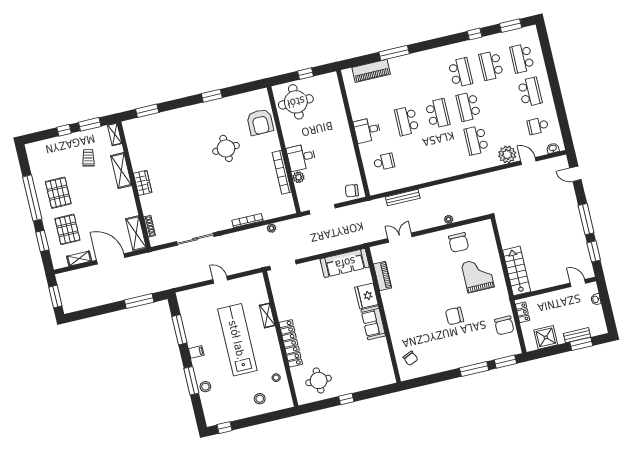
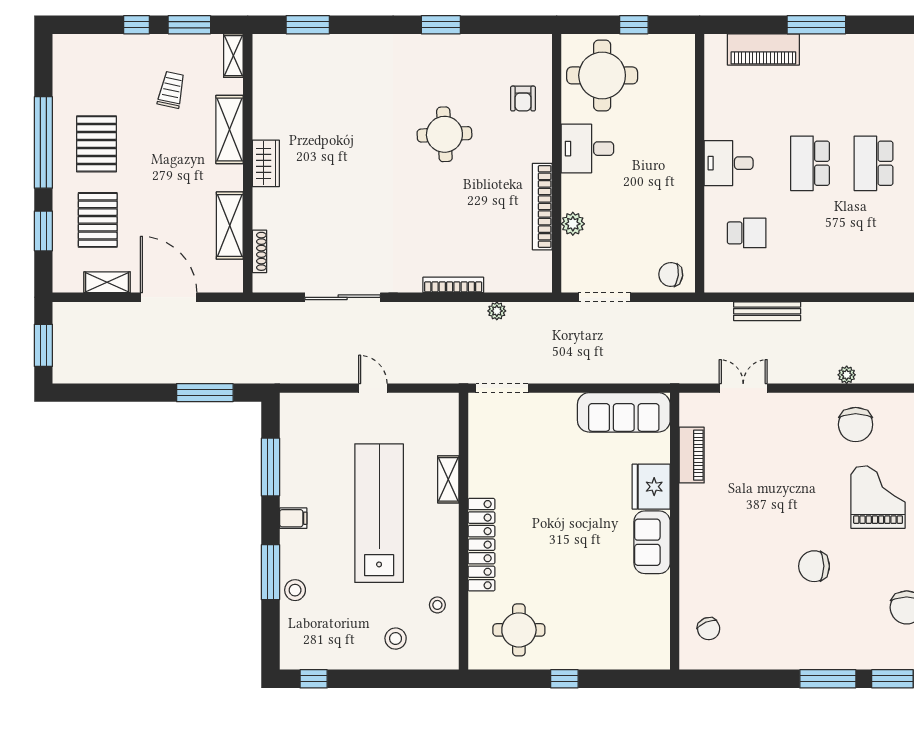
school desk: (438, 114) -> (873, 163), turned 180
armchair: (260, 122) -> (523, 99), width x0.53, depth x0.53
desk: (301, 157) -> (587, 149), moved
shelving: (136, 233) -> (230, 226), moved

